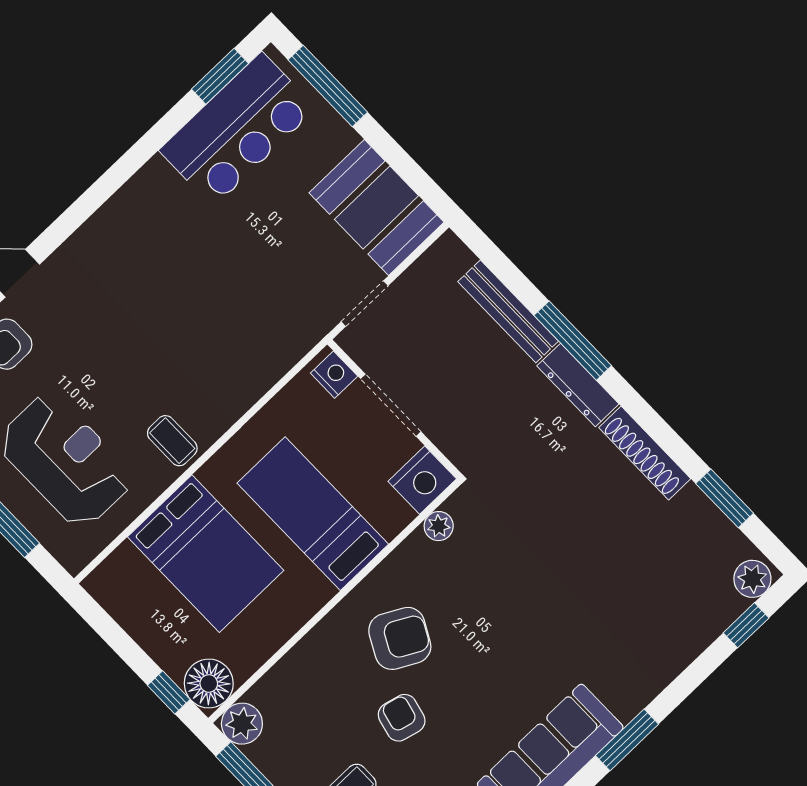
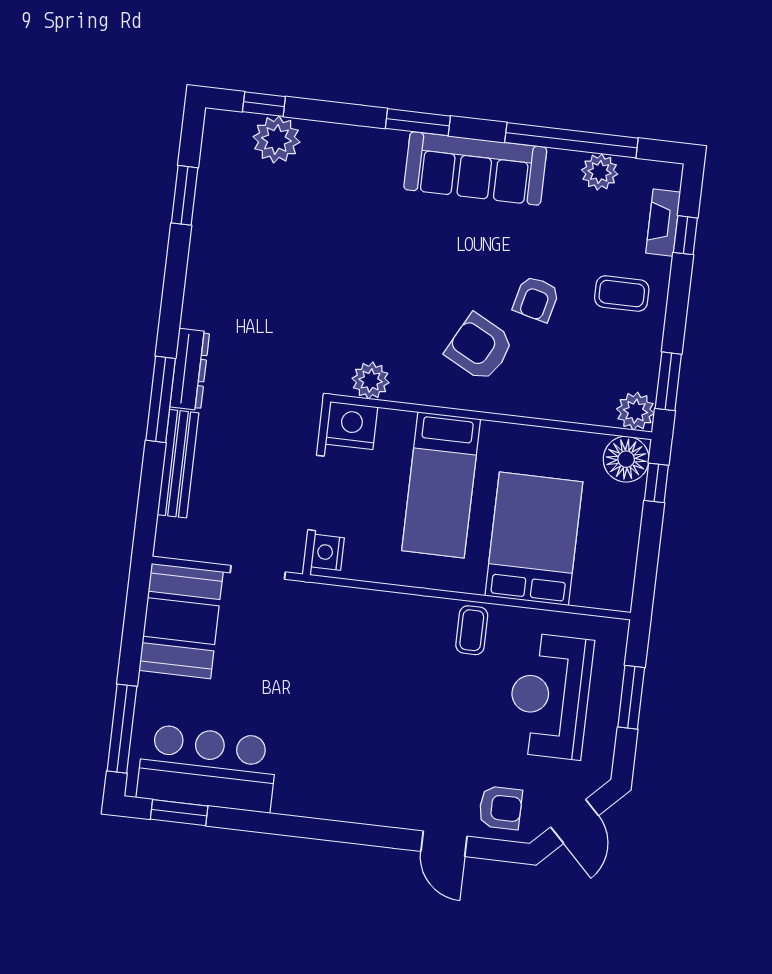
shoe rack: (645, 453) -> (199, 280), removed
plant: (439, 526) -> (371, 381), width x1.38, depth x1.38
plant: (752, 579) -> (276, 139), moved, width x1.36, depth x1.36

